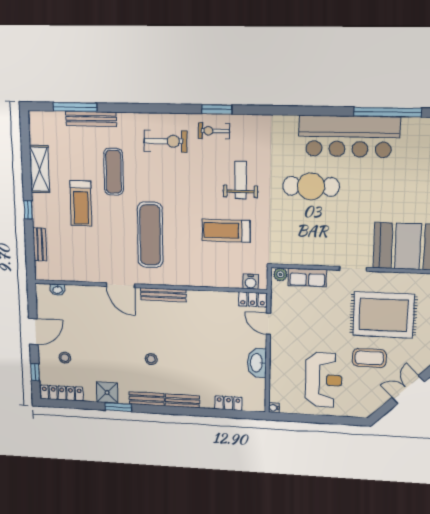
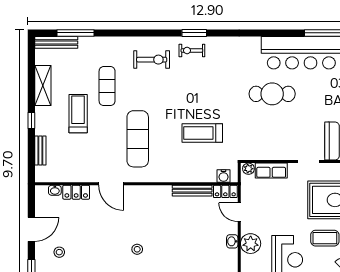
bench: (91, 119) -> (56, 42), moved
weight bench: (241, 180) -> (214, 90), removed
treadmill: (81, 203) -> (78, 114), turned 180
locker: (81, 293) -> (76, 192), added
bench: (163, 295) -> (192, 191), moved
plant: (281, 360) -> (251, 244), added
washbasin: (257, 363) -> (232, 241), width x0.52, depth x0.69

